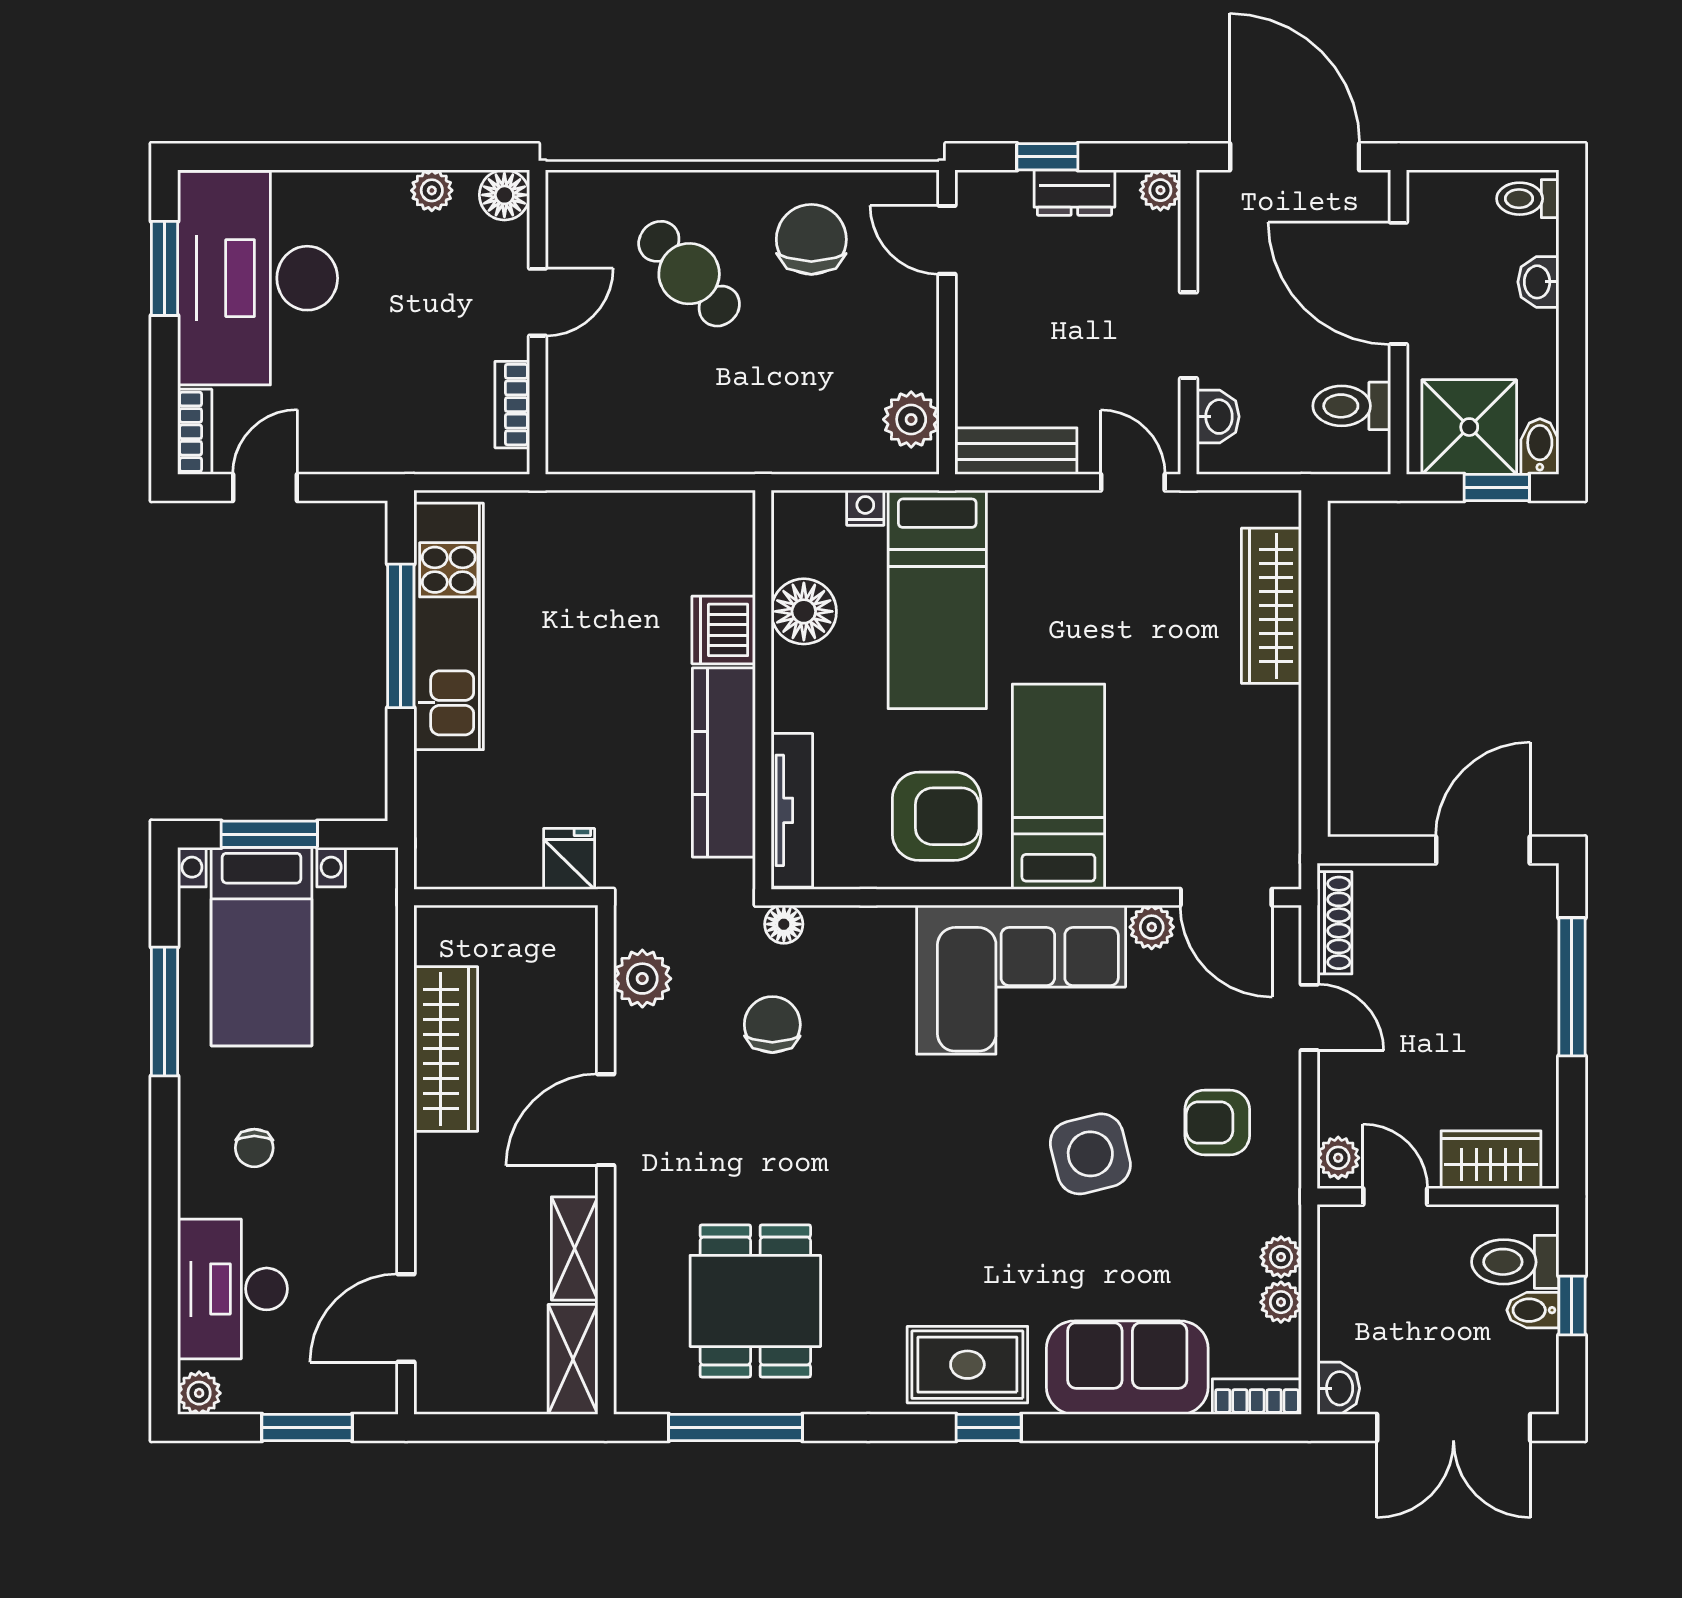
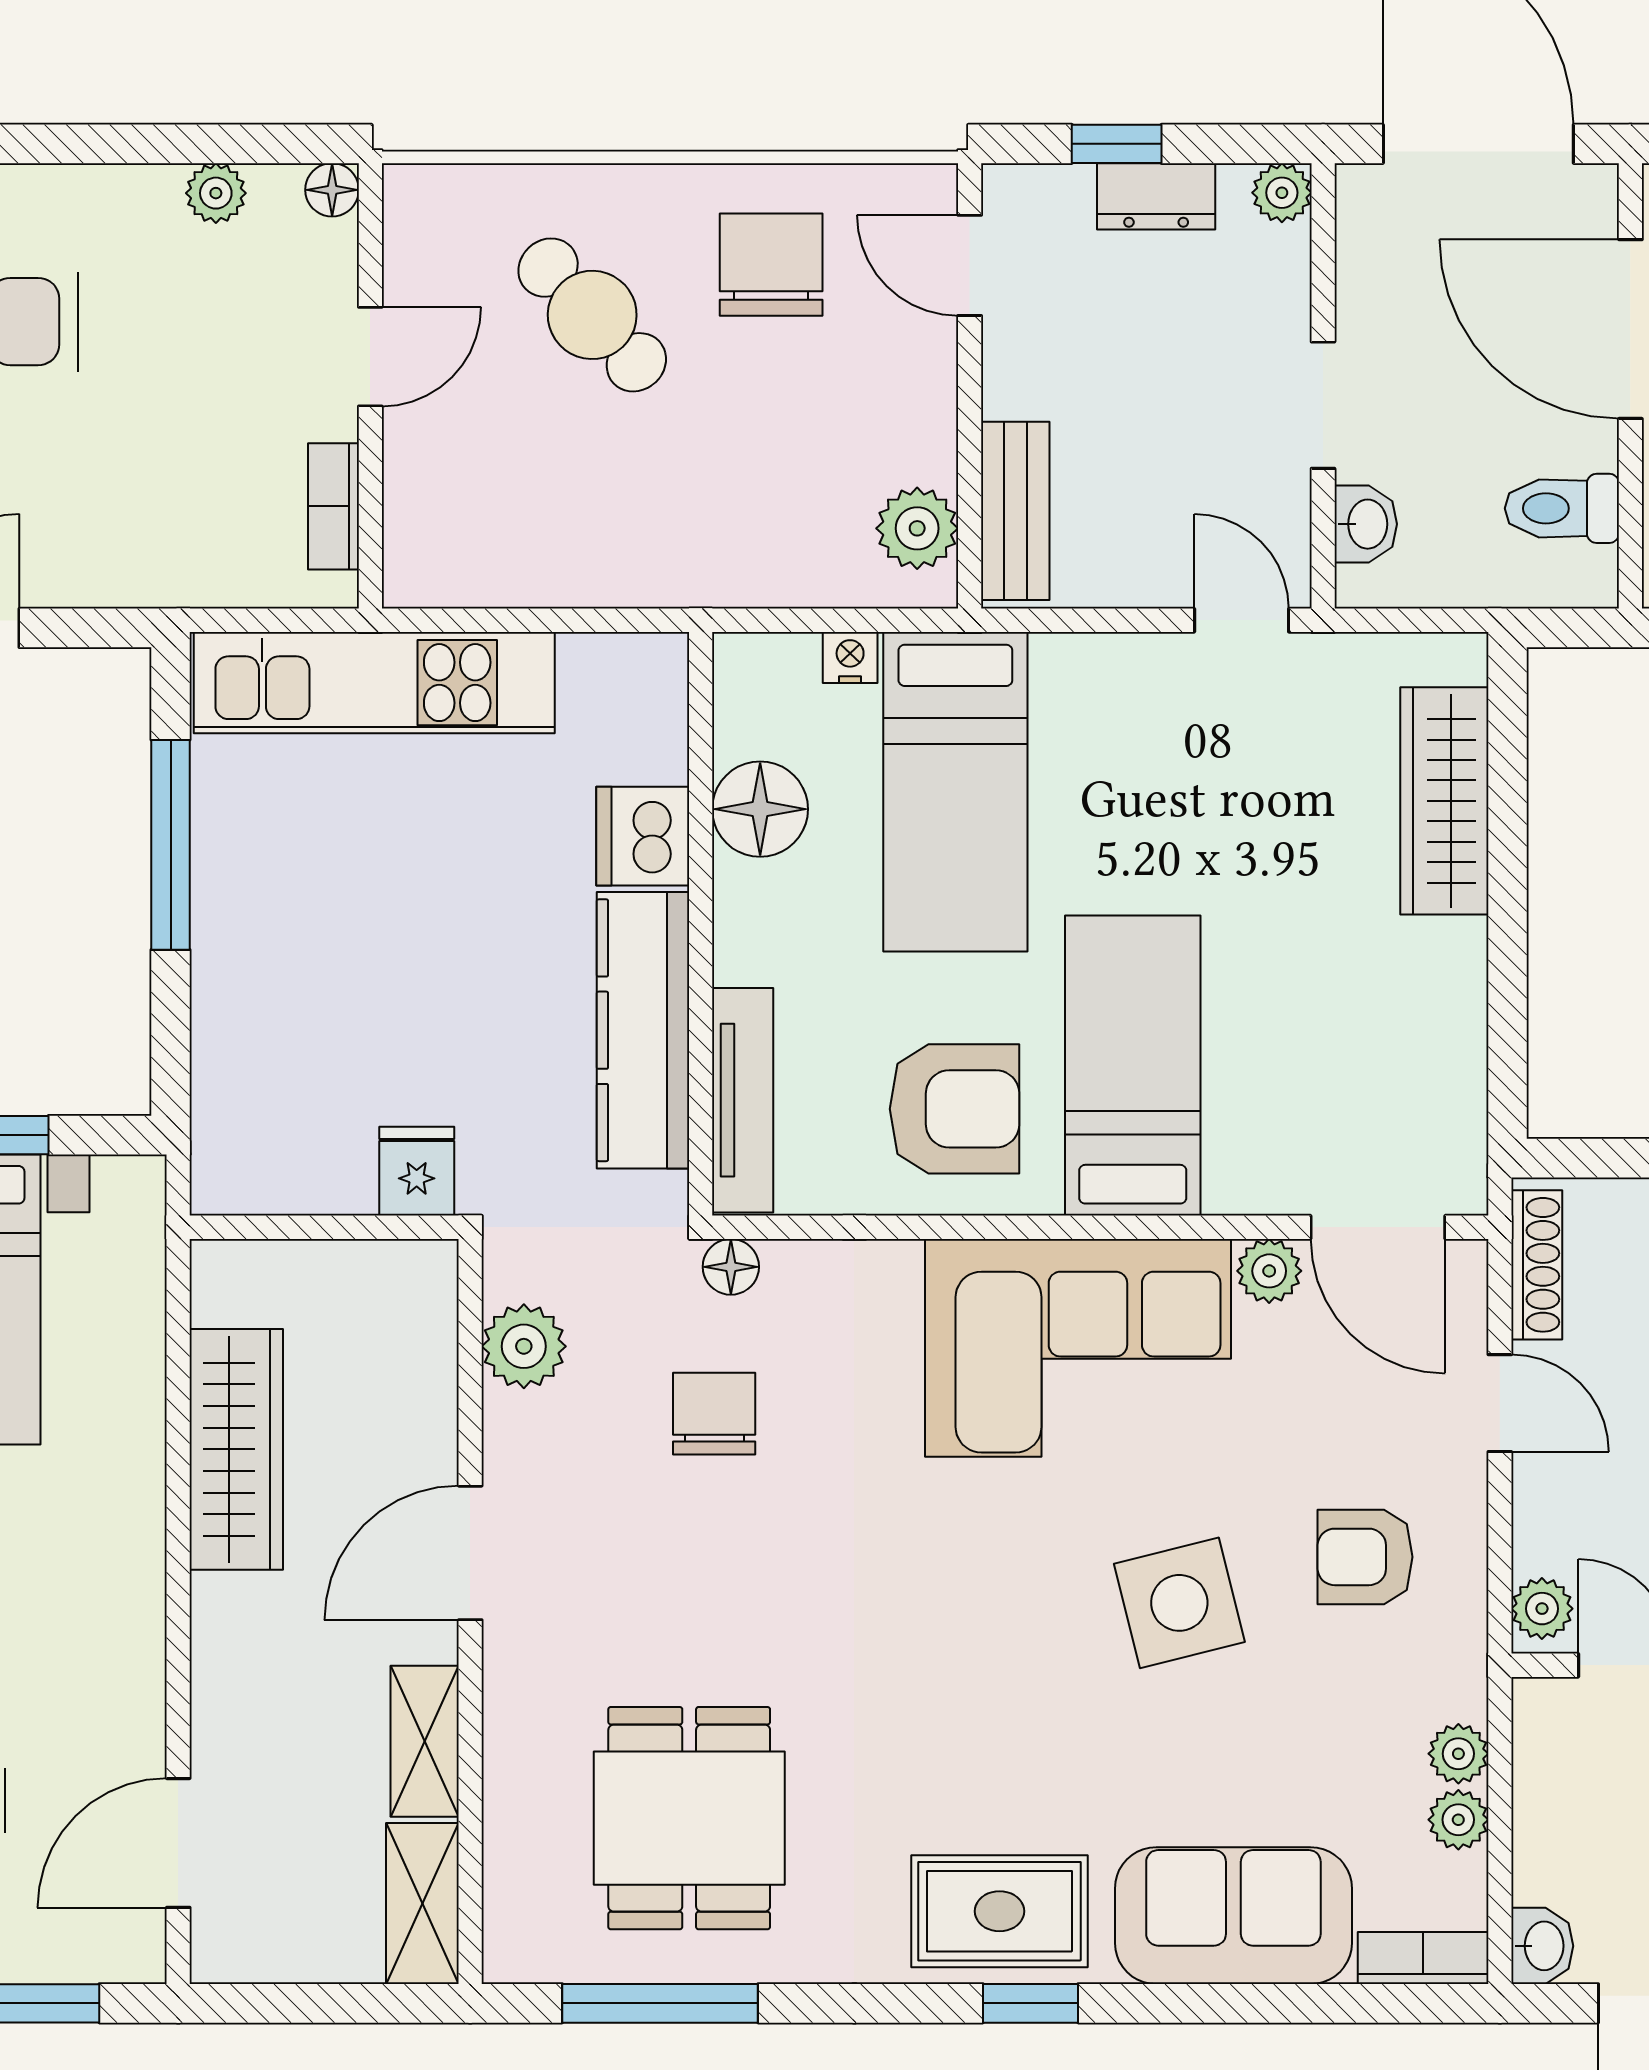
floor lamp: (504, 195) -> (332, 190), width x0.73, depth x0.73
bench: (1016, 451) -> (1015, 511), moved, turned 90
kitchen unit: (449, 626) -> (374, 683), moved, turned 90

